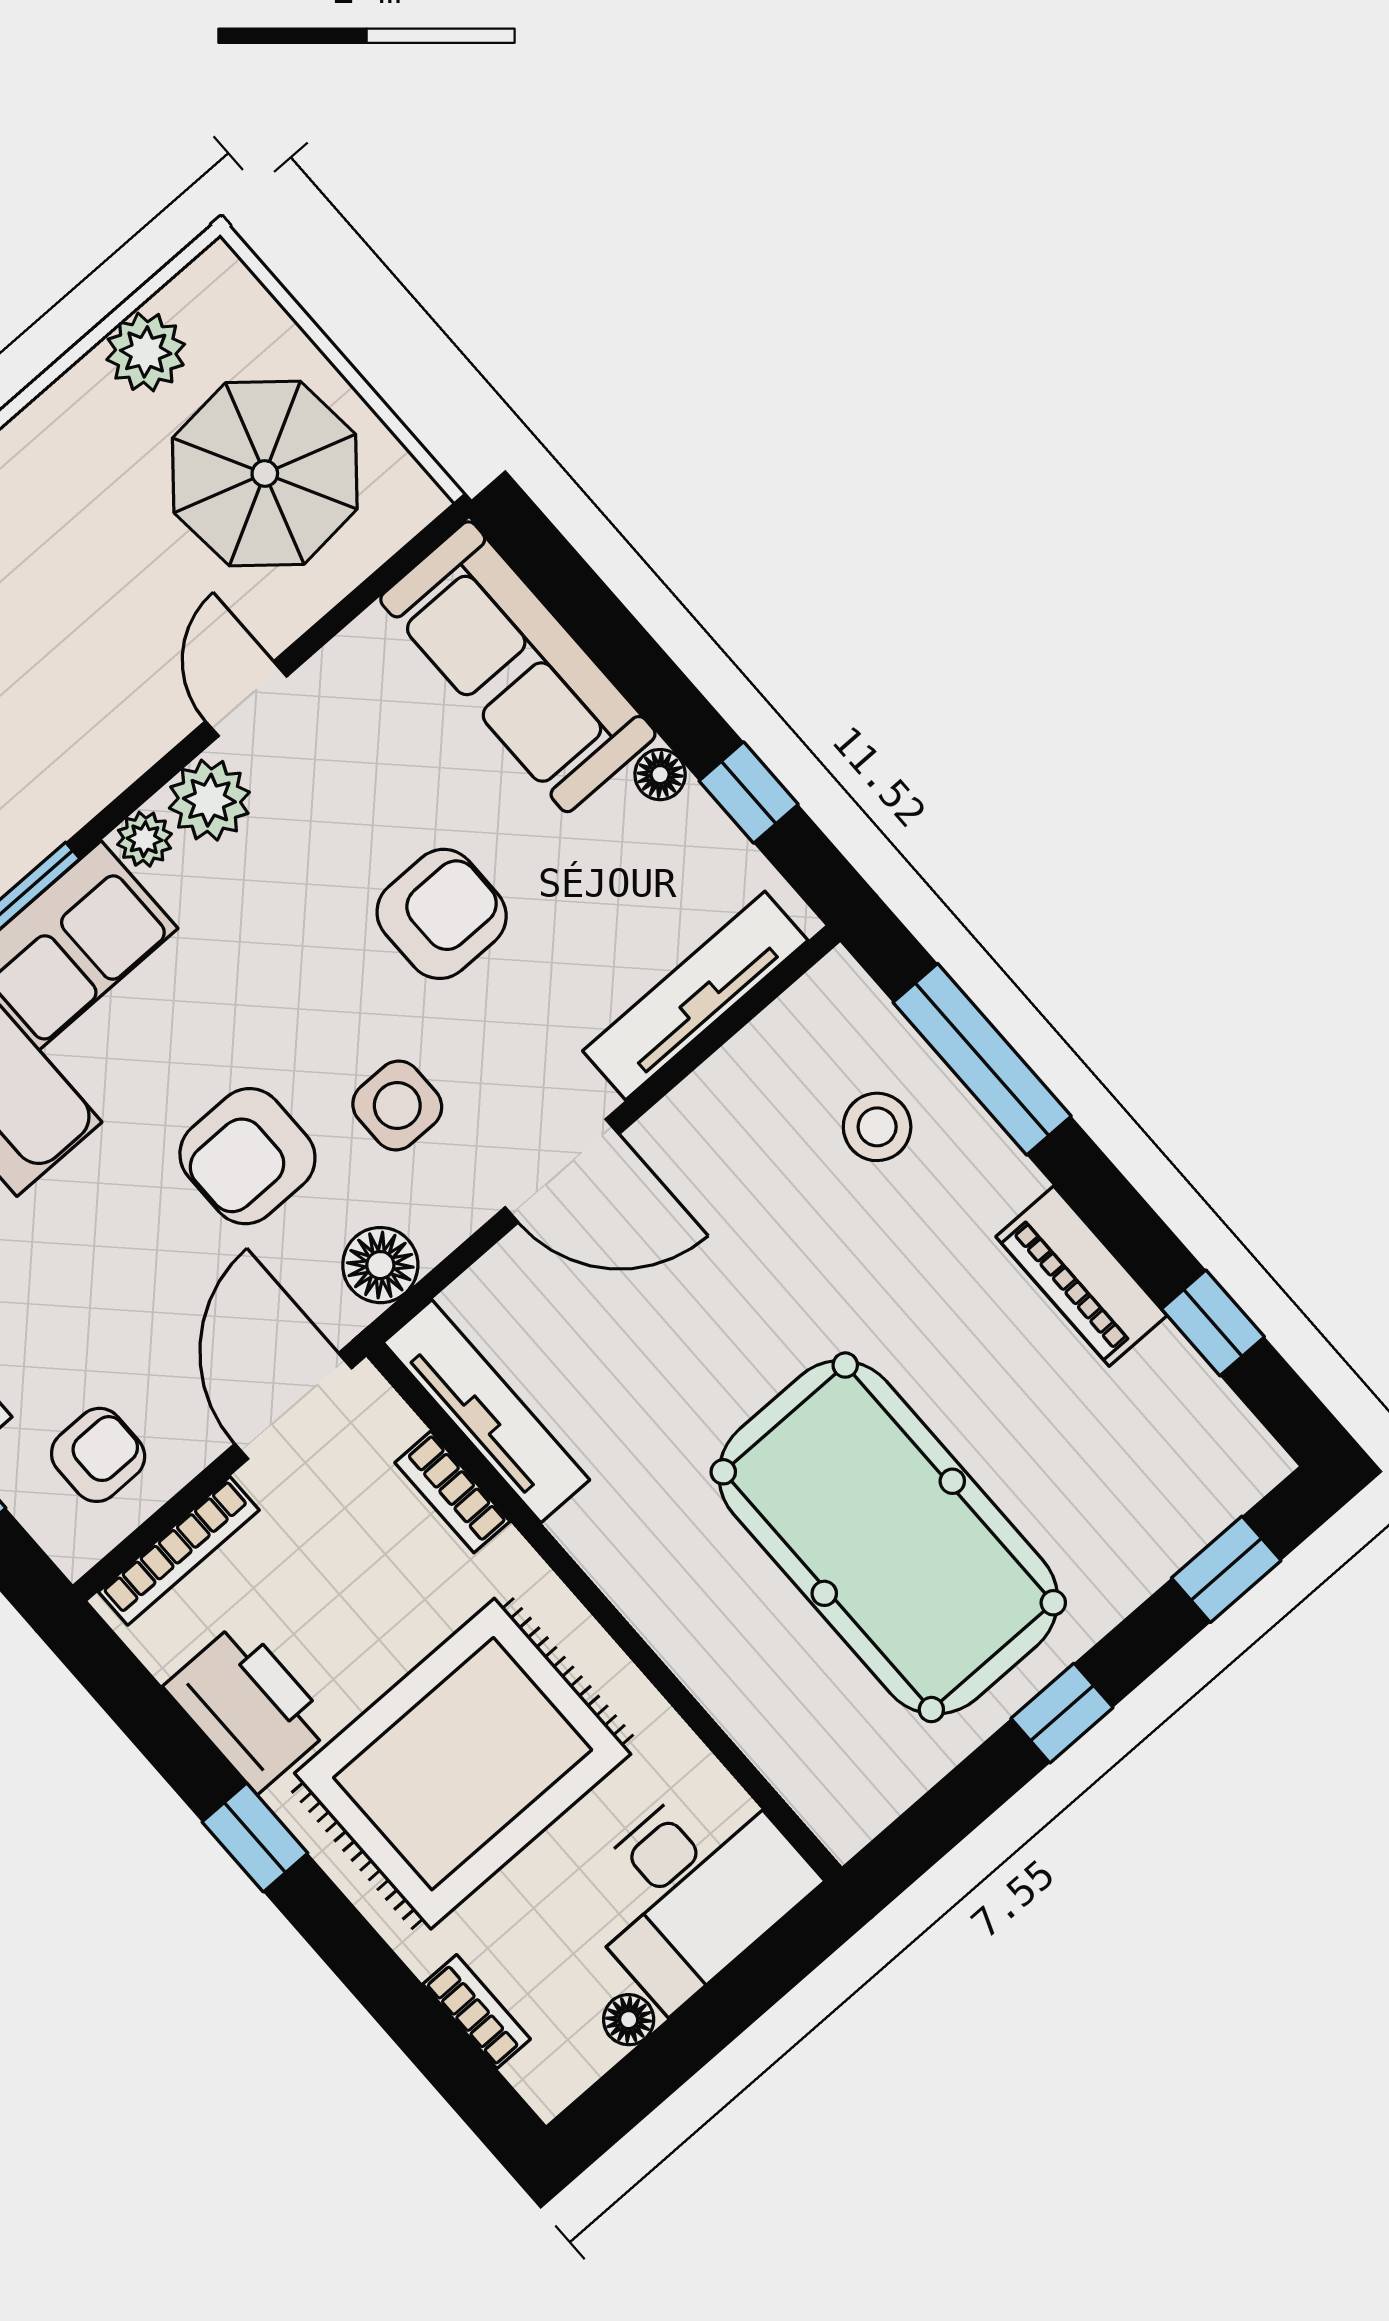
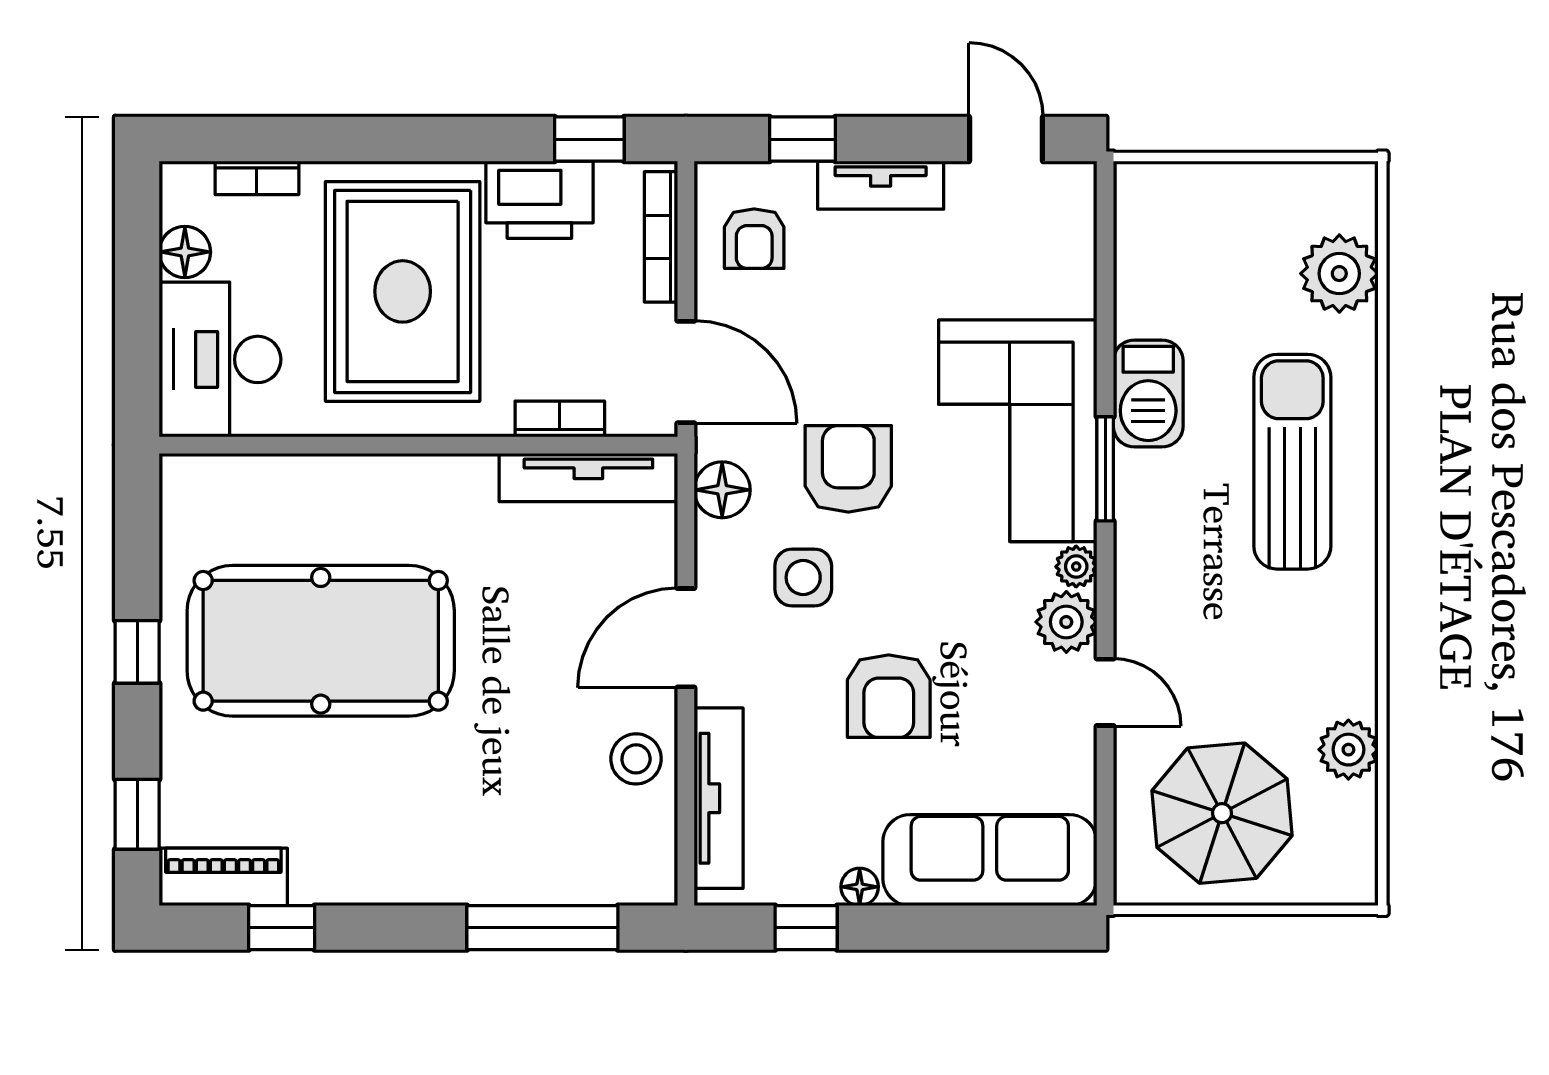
plant: (146, 352) -> (1348, 750), moved
stool: (877, 1127) -> (636, 759), moved
piano: (1081, 1276) -> (223, 877), moved
window: (255, 1837) -> (589, 139), moved
floor lamp: (629, 2020) -> (185, 252), width x1.37, depth x1.37

